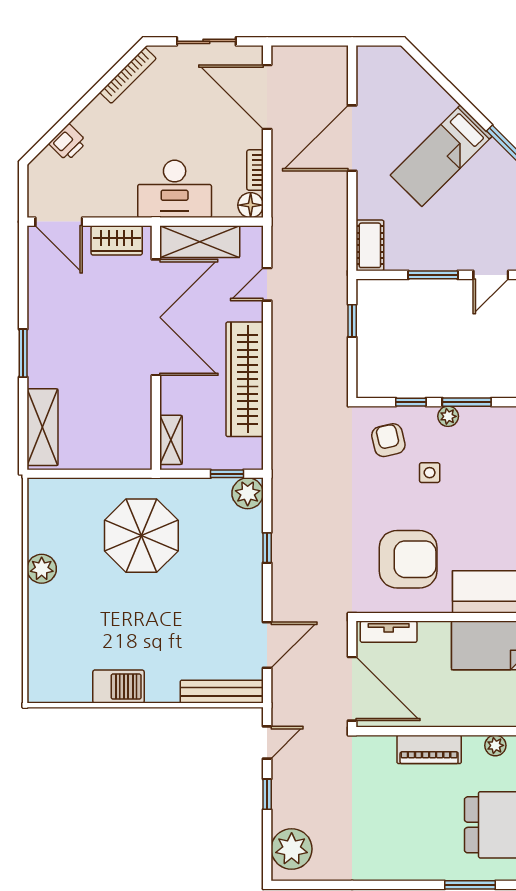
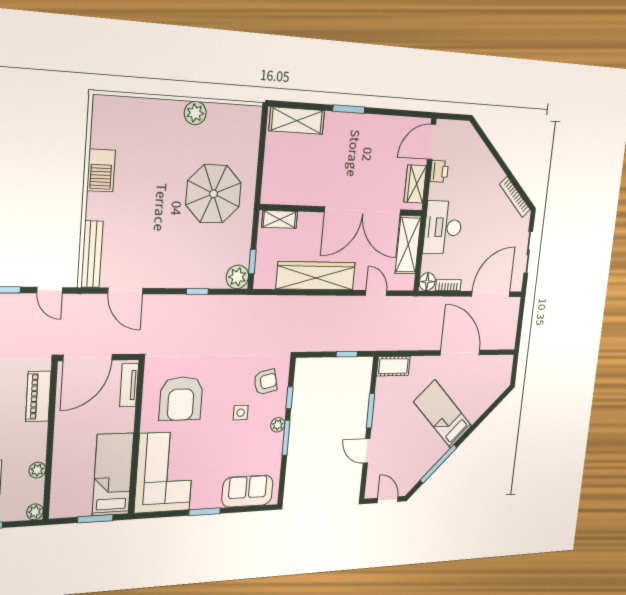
printer: (68, 143) -> (439, 171), moved, turned -135
piano: (429, 749) -> (38, 396), moved

